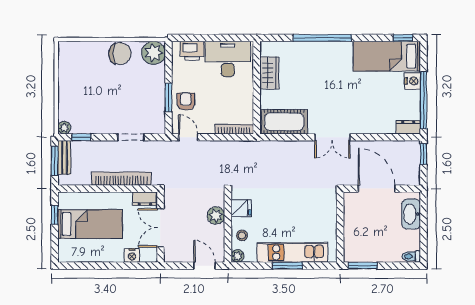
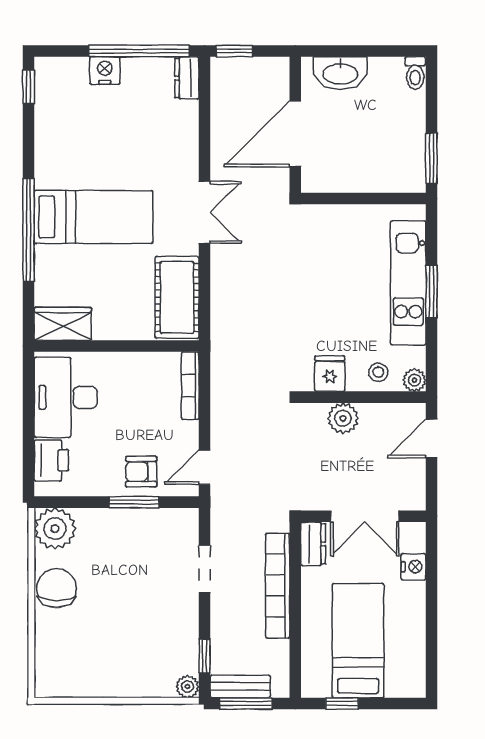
bed: (387, 56) -> (94, 217), moved, turned -90
wardrobe: (269, 73) -> (63, 324), moved

